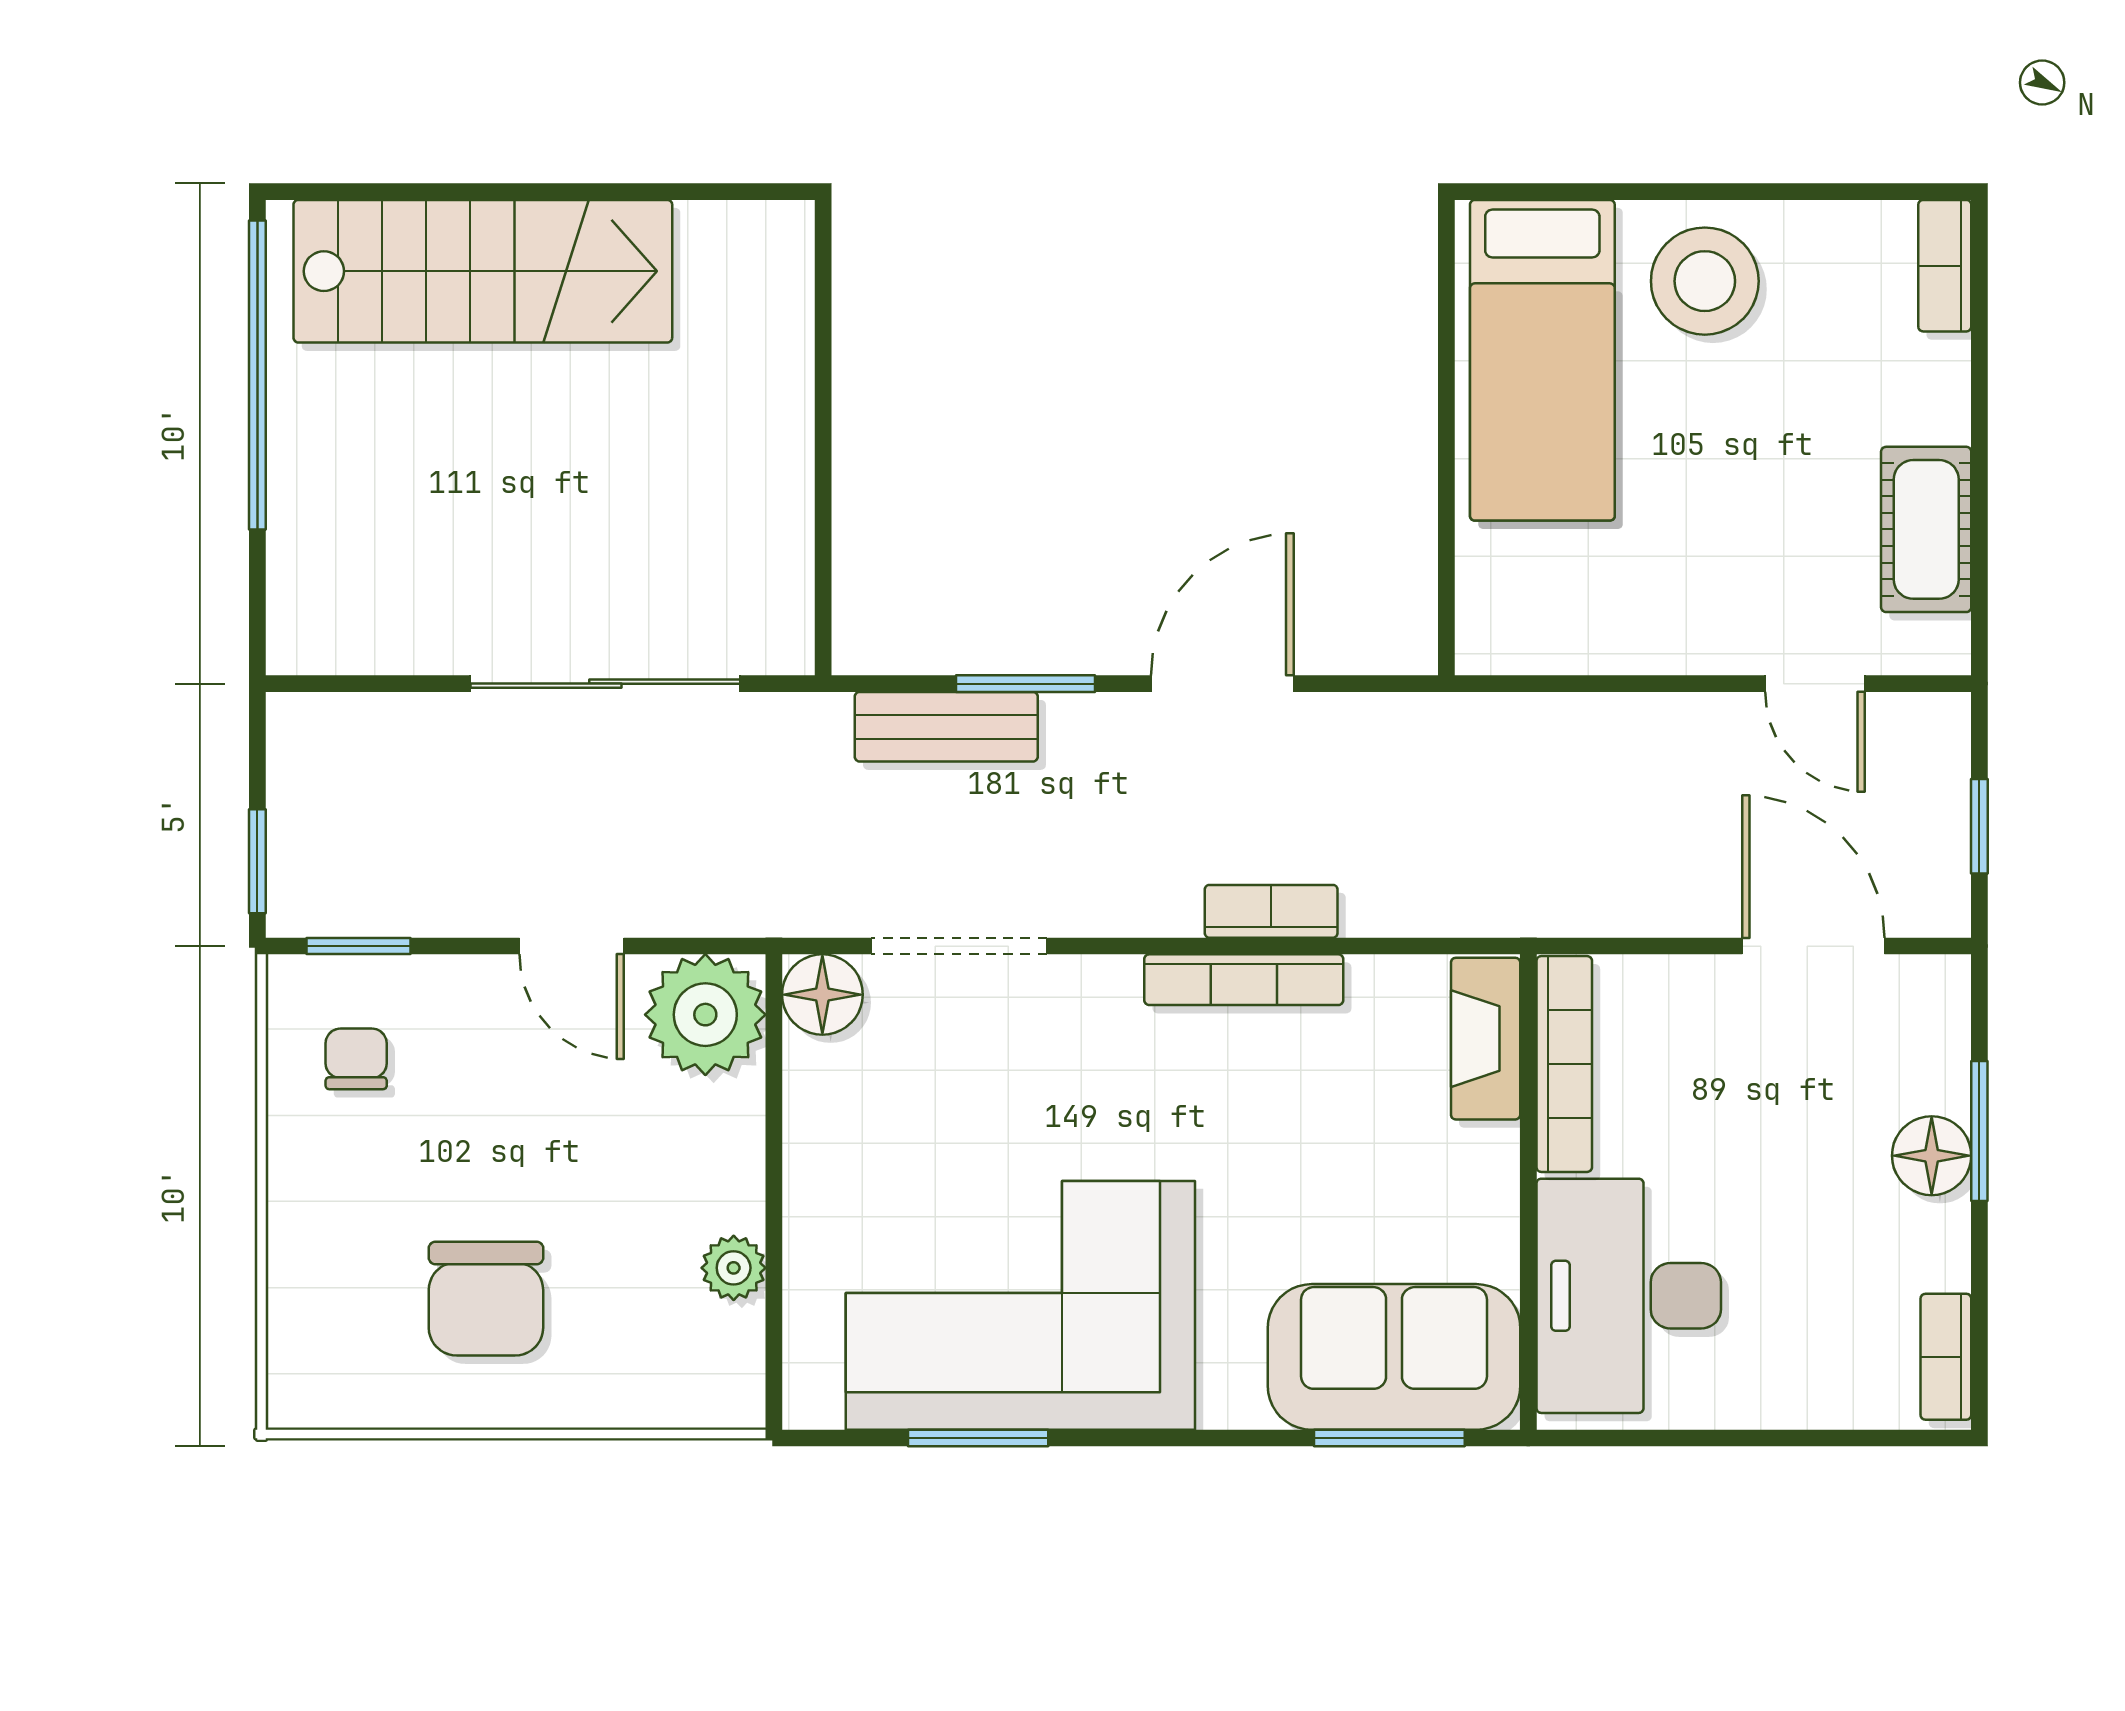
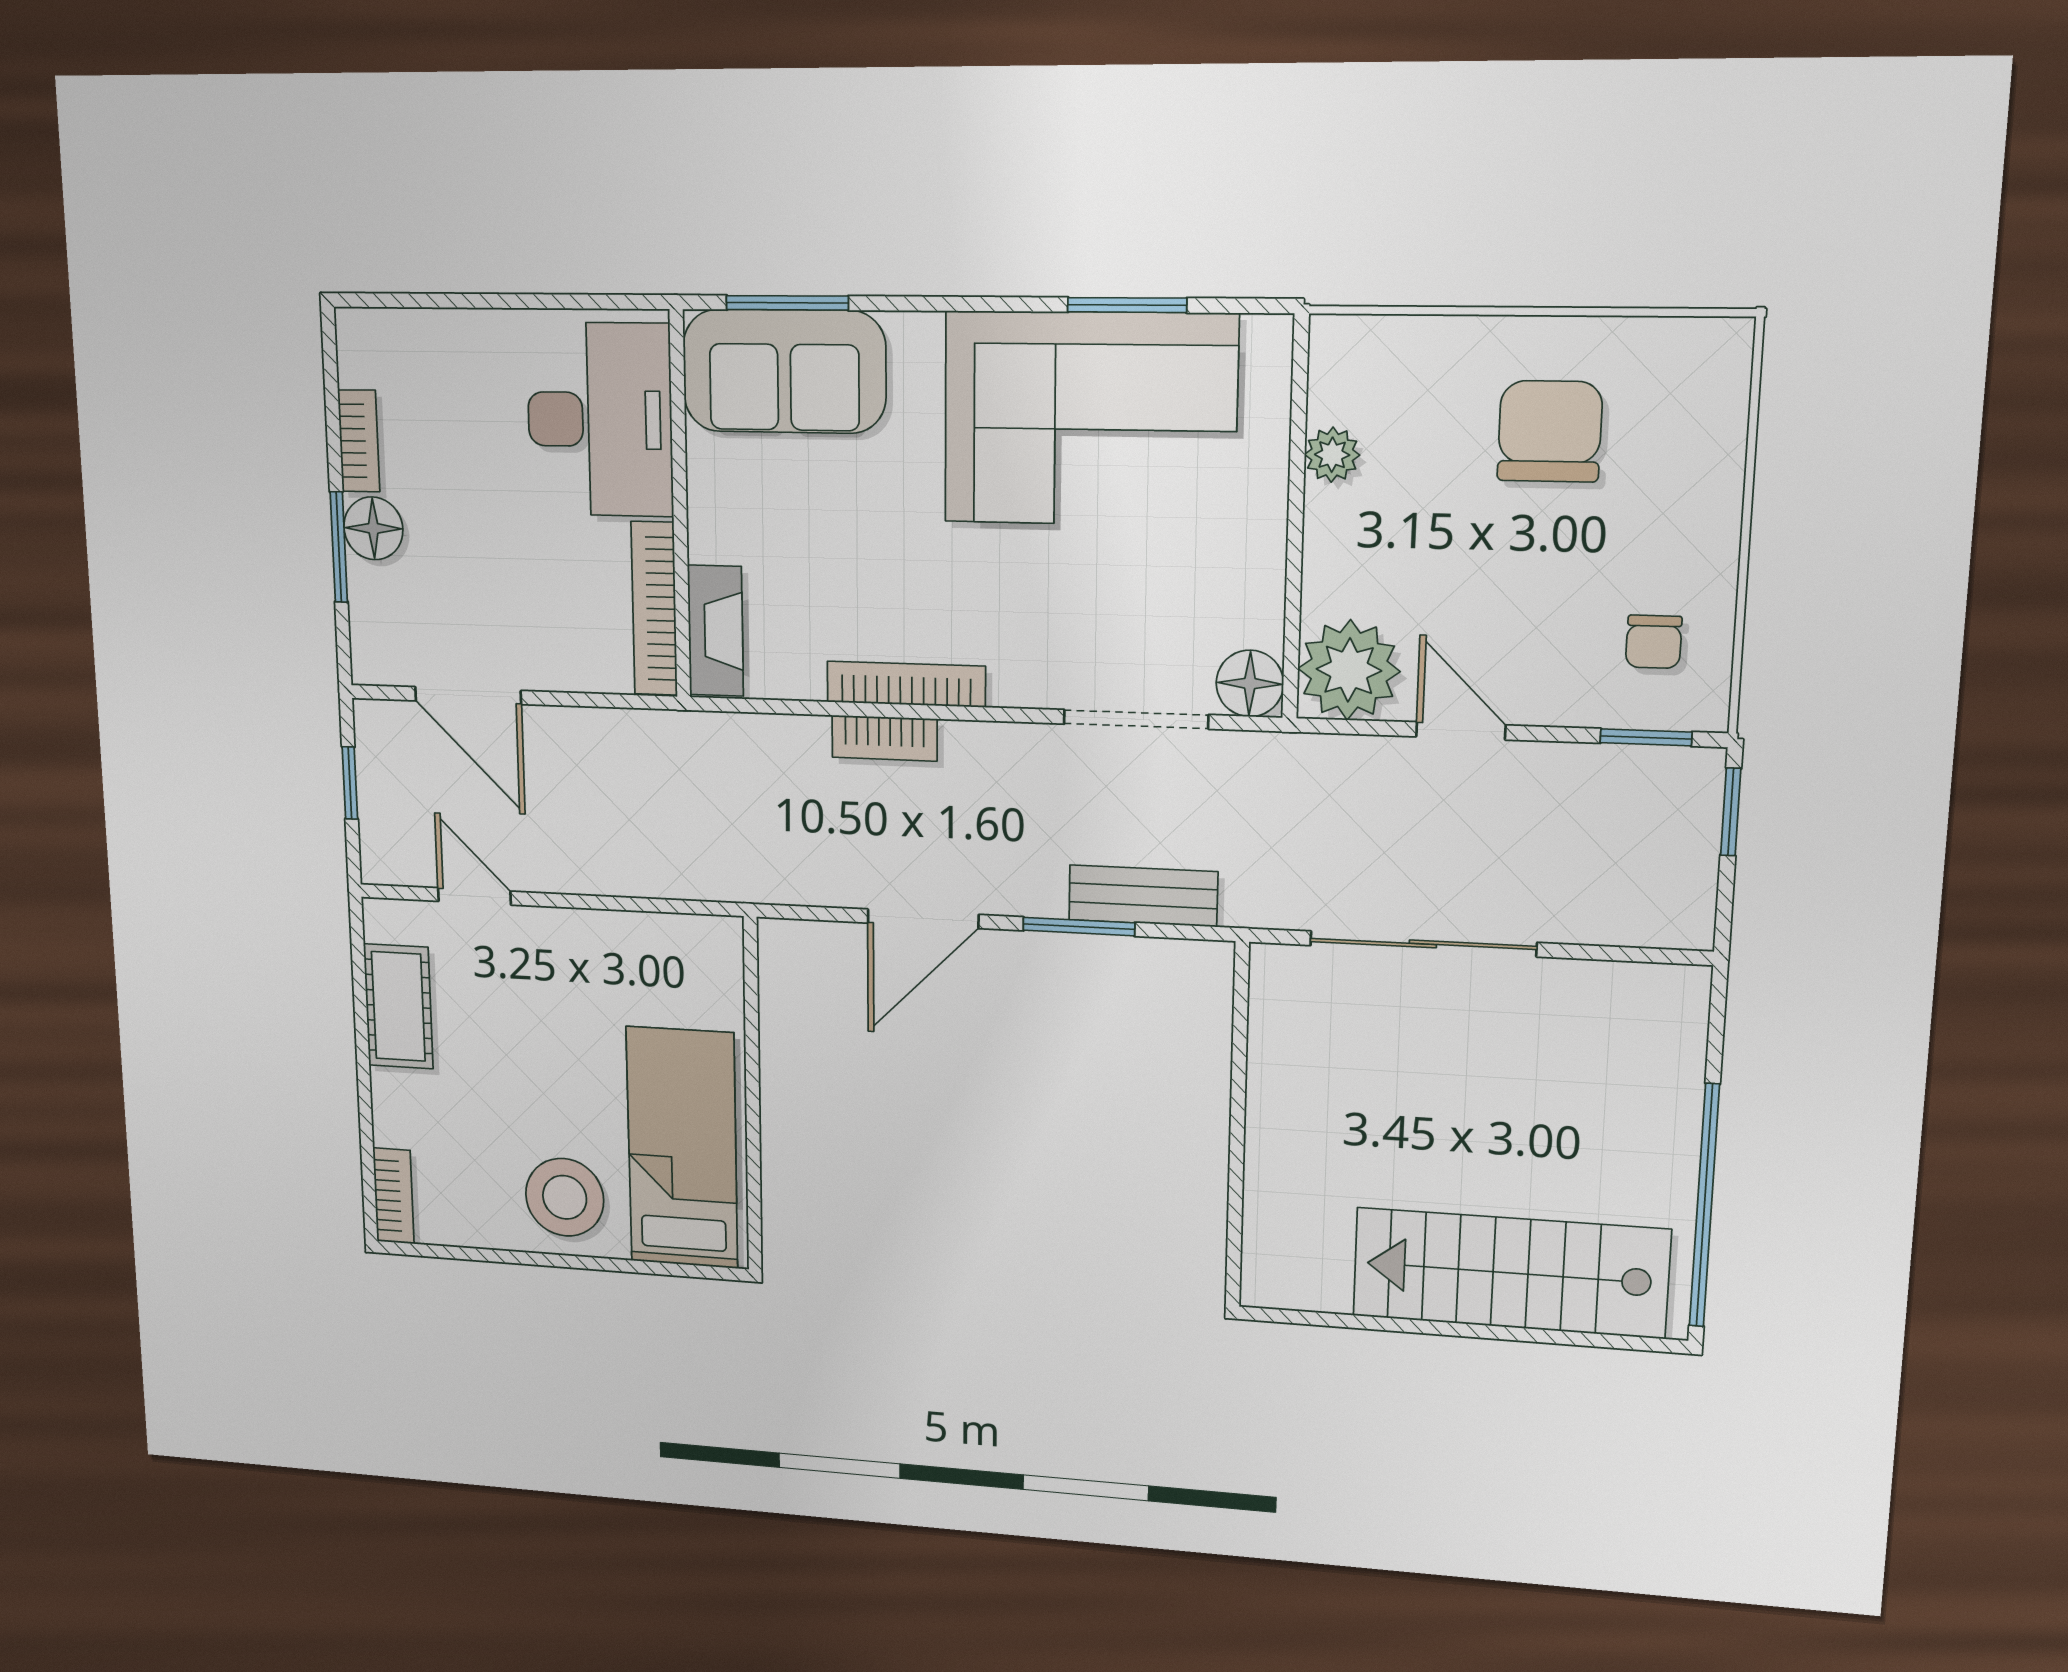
bookcase: (1946, 1357) -> (359, 441), moved

